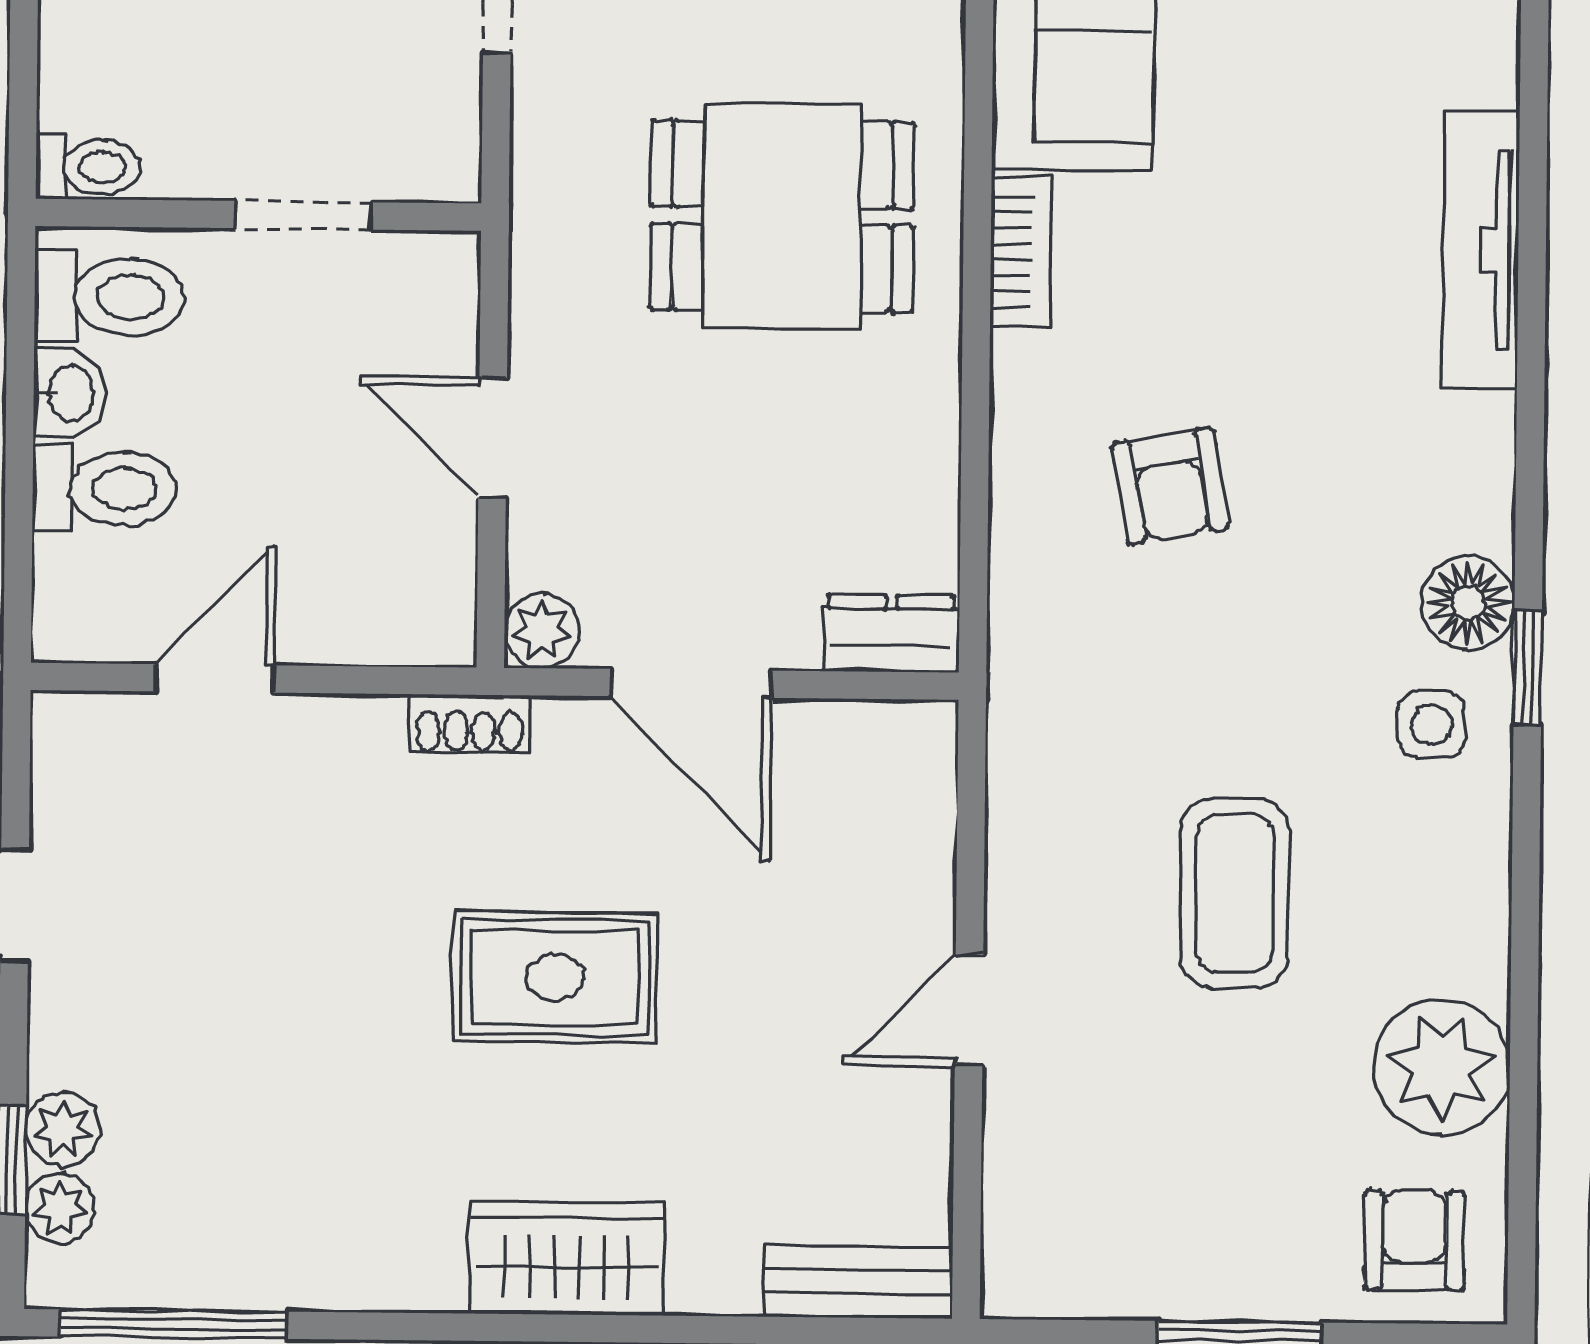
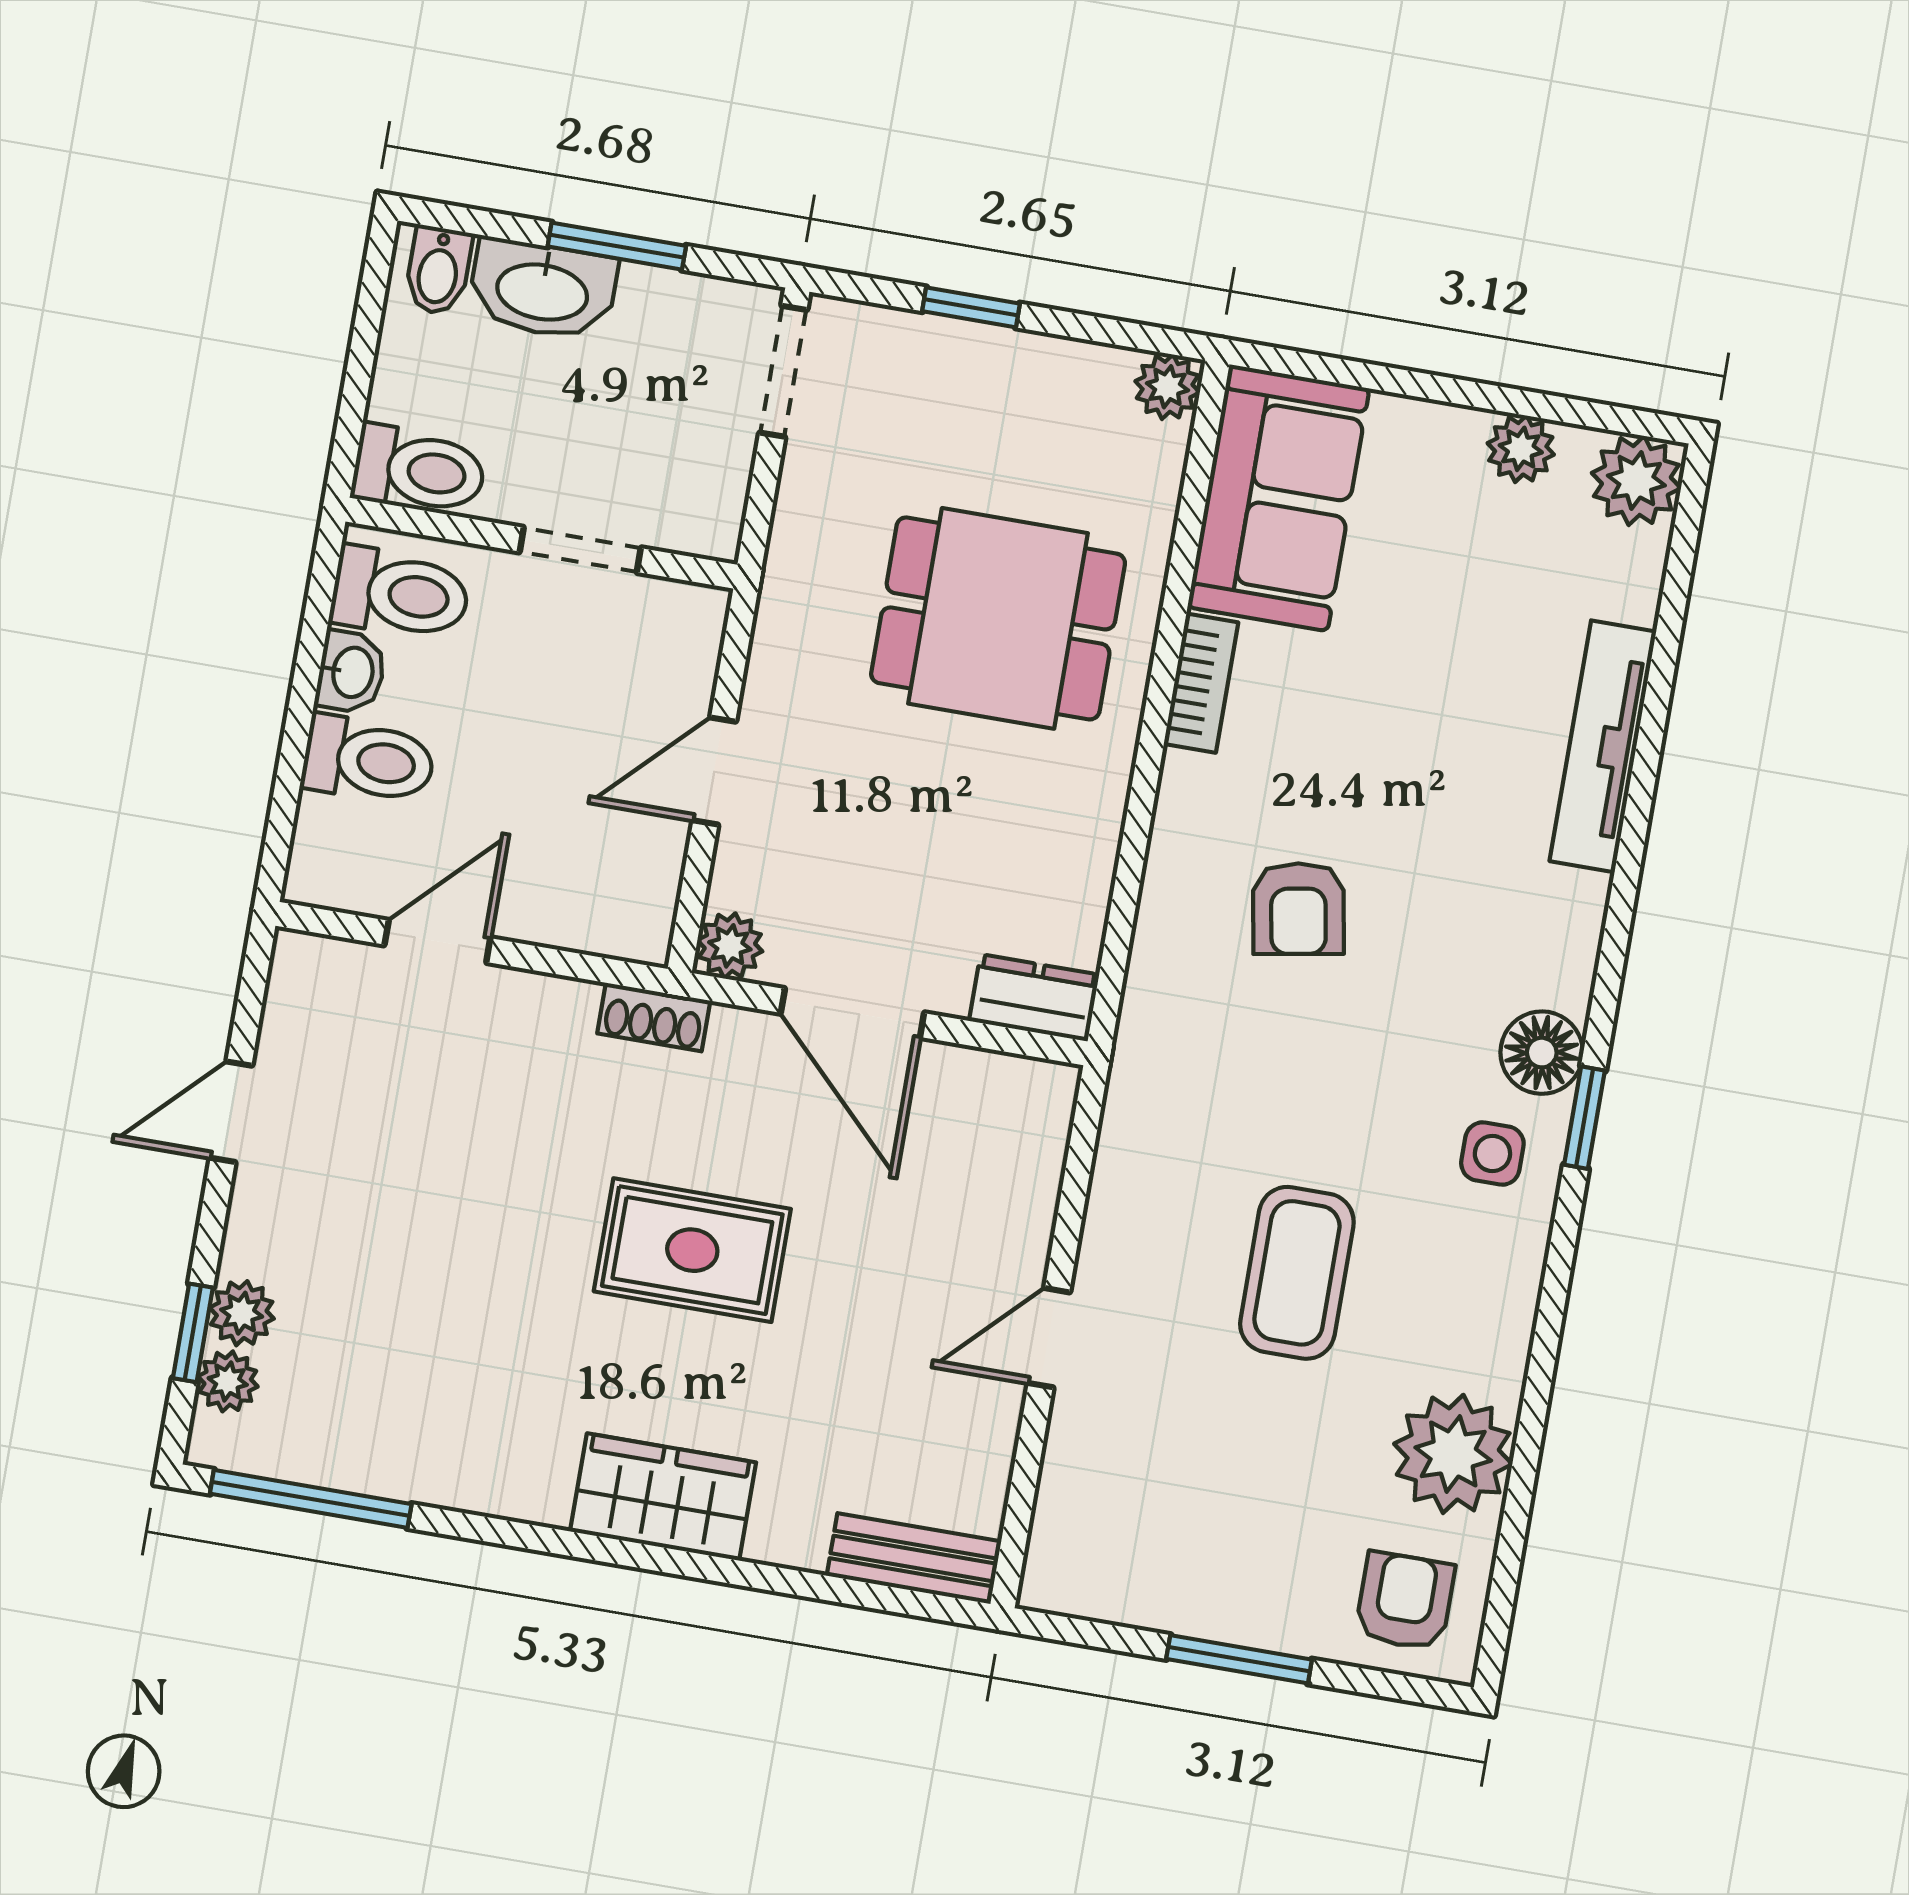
toilet: (88, 167) -> (419, 470), width x1.37, depth x1.39
door: (493, 438) -> (714, 771), hinge flipped

